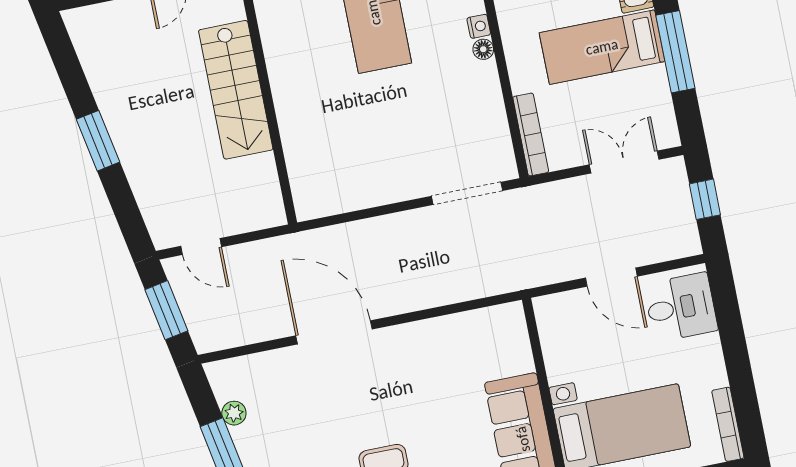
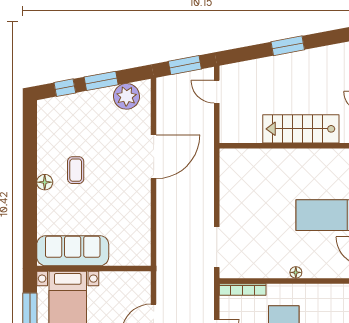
nightstand: (479, 26) -> (309, 272), removed
door: (201, 247) -> (217, 92), hinge flipped
plant: (234, 413) -> (127, 96), width x1.87, depth x1.87

